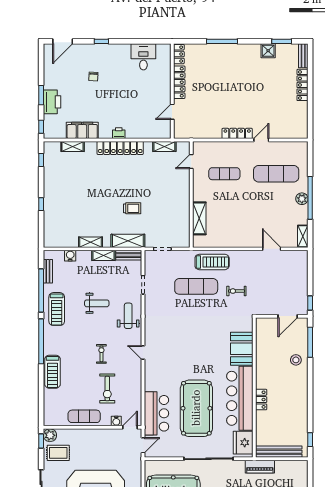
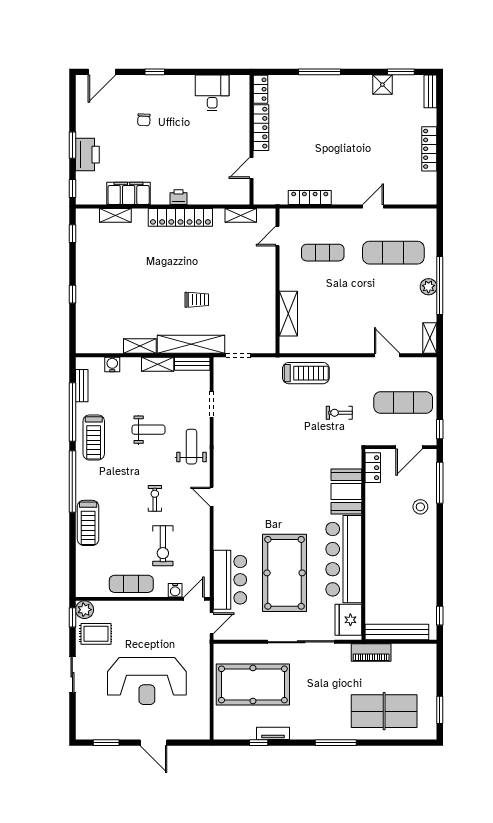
locker: (302, 85) -> (429, 149), moved
locker: (237, 133) -> (310, 198), moved
shelving: (128, 241) -> (191, 344), width x1.47
exercise mat: (196, 286) -> (403, 403), moved
locker: (261, 400) -> (373, 468), moved

